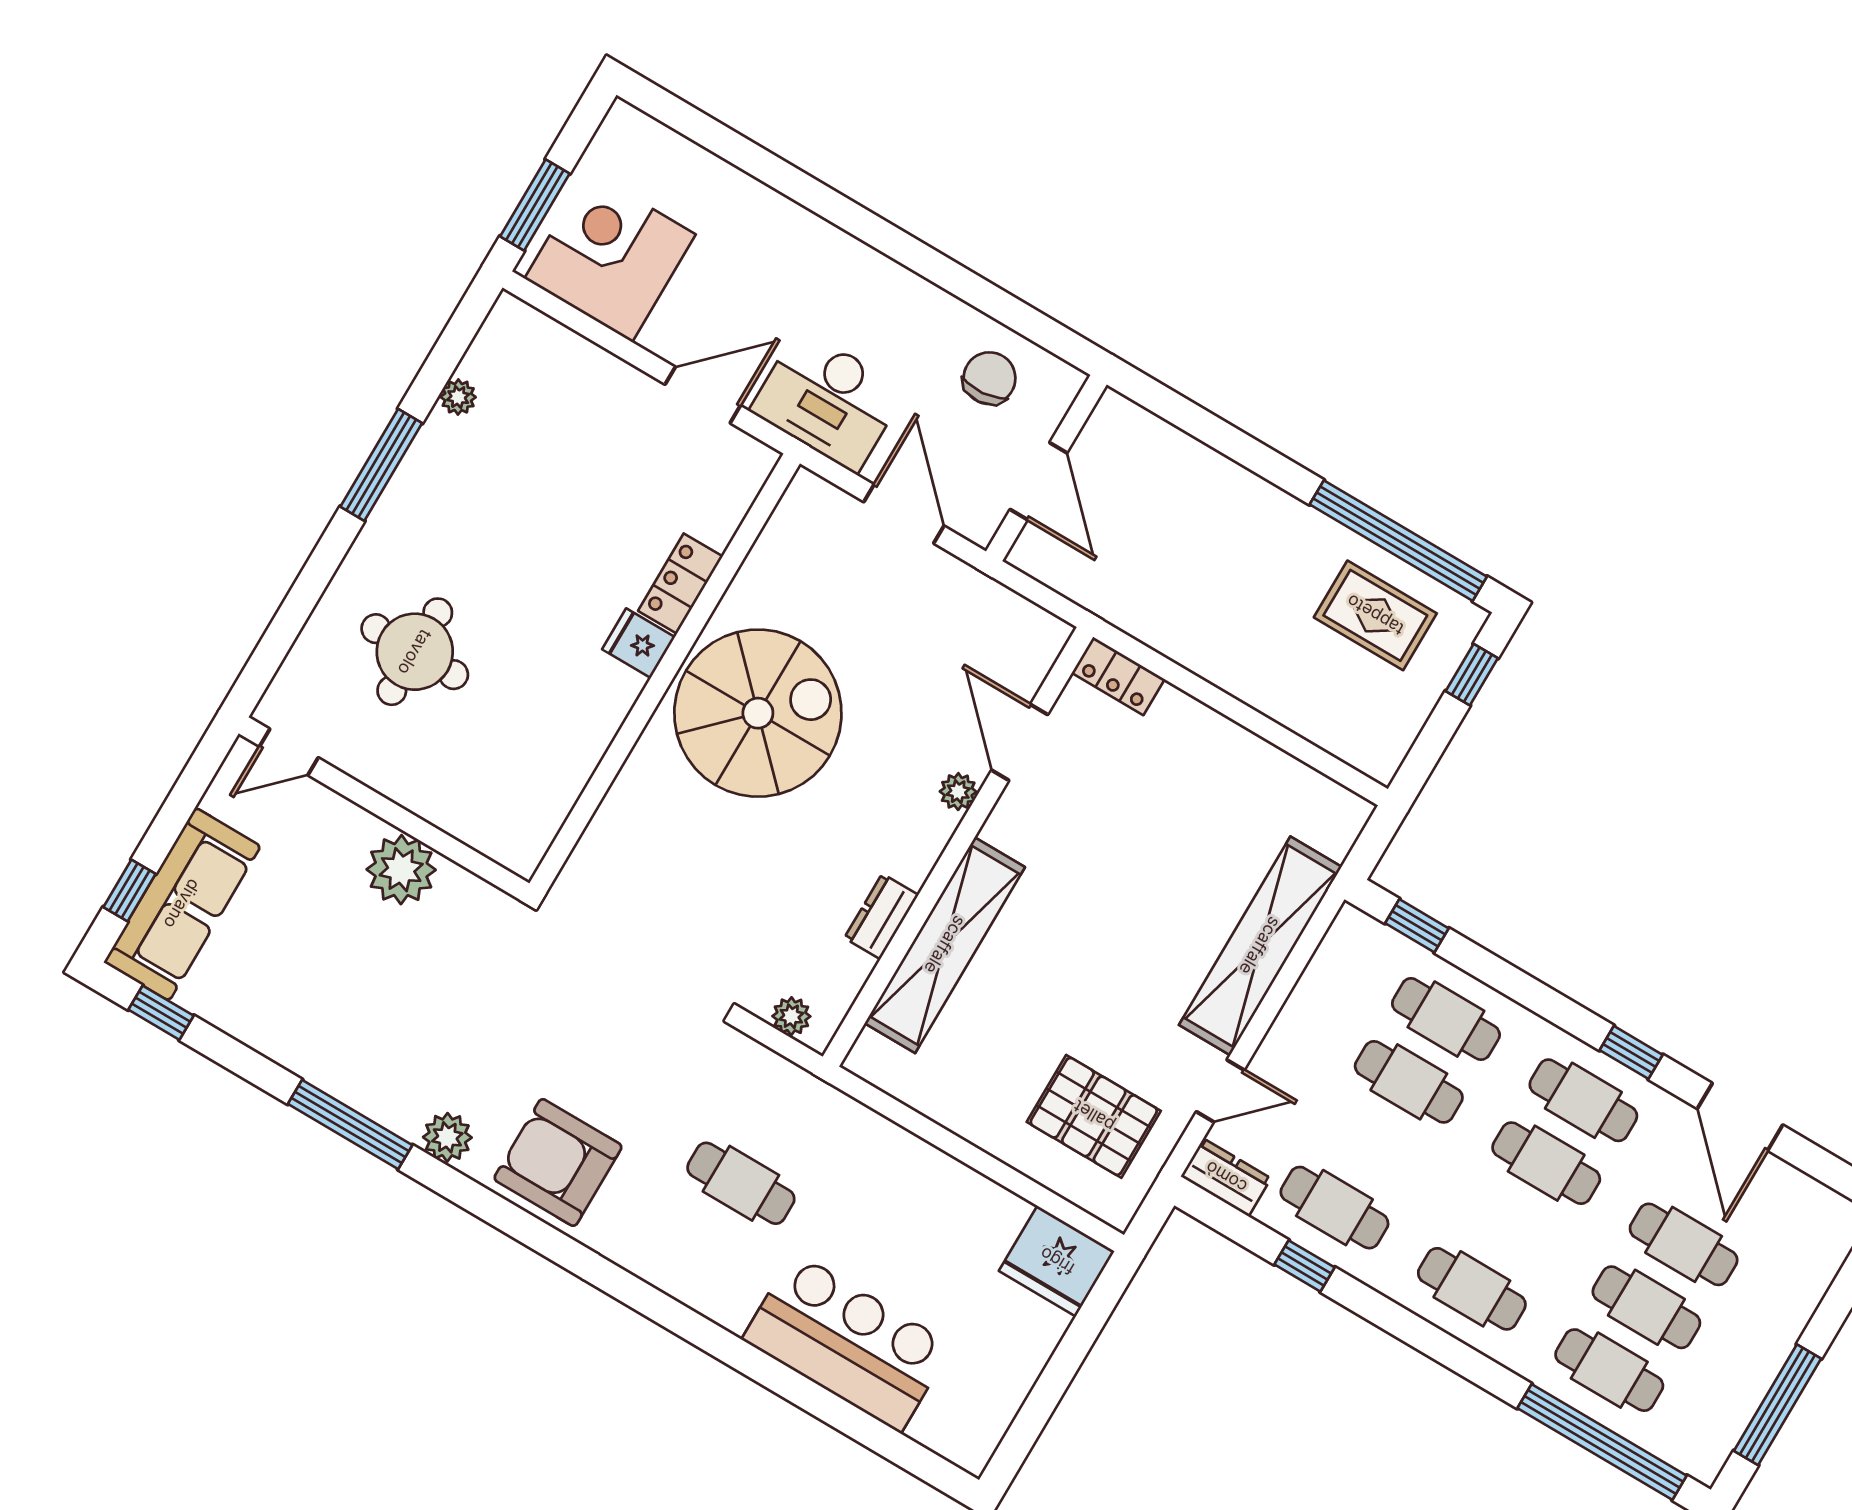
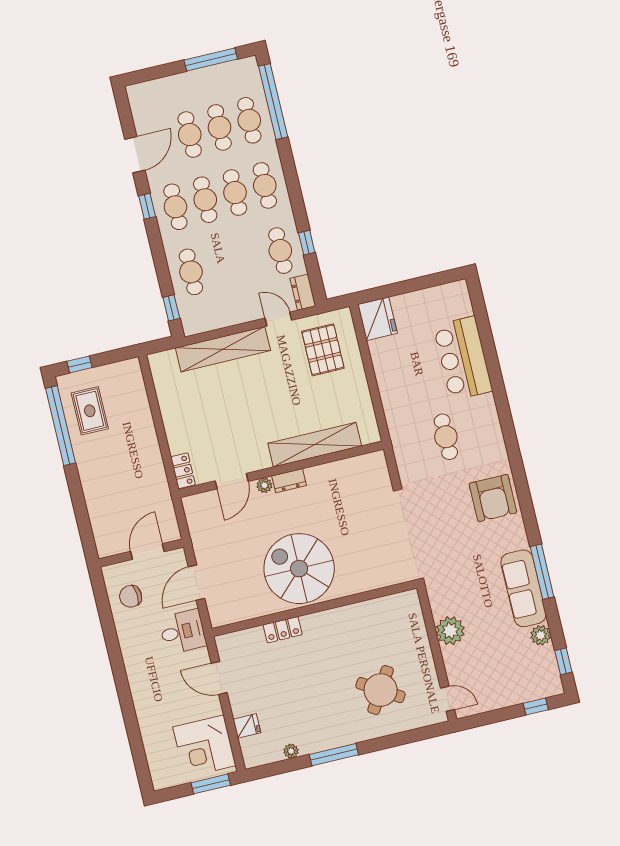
desk: (828, 400) -> (183, 632), width x0.73
fridge: (639, 643) -> (247, 726), moved, turned -90
round table: (415, 652) -> (381, 690), turned 32
sofa: (182, 904) -> (523, 588), moved, turned -90
dresser: (881, 916) -> (289, 481), moved
plant: (791, 1016) -> (381, 470), removed
cafe table: (1409, 1082) -> (235, 193), moved
plant: (447, 1137) -> (541, 635), moved

